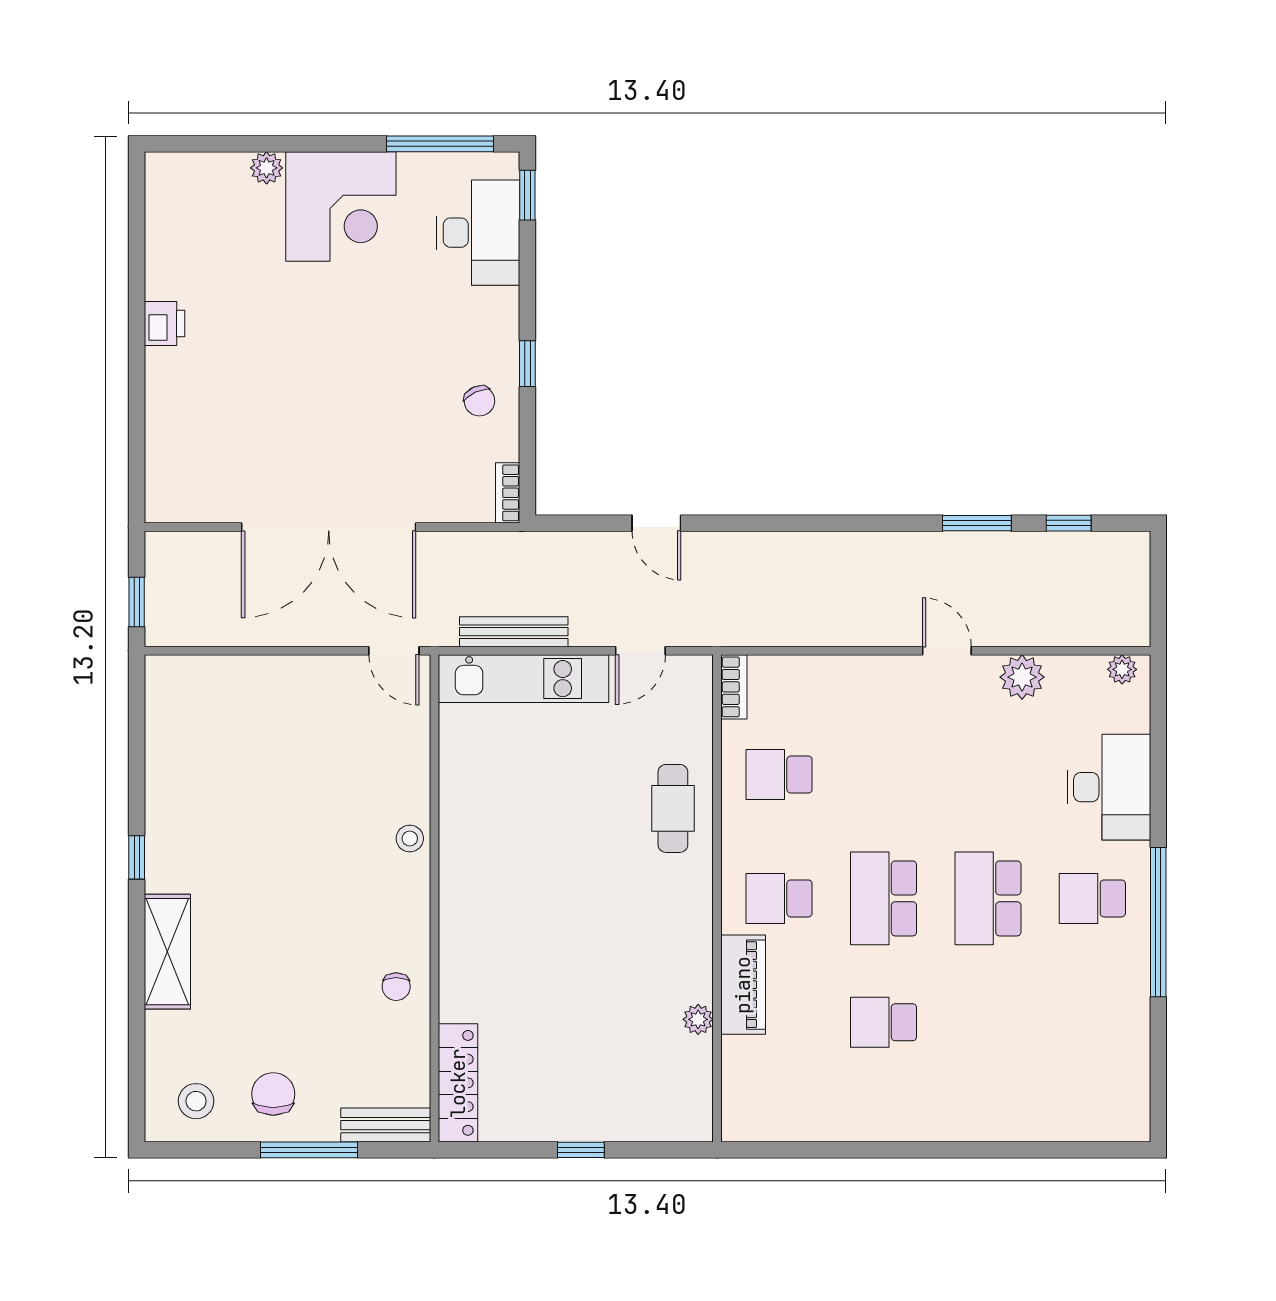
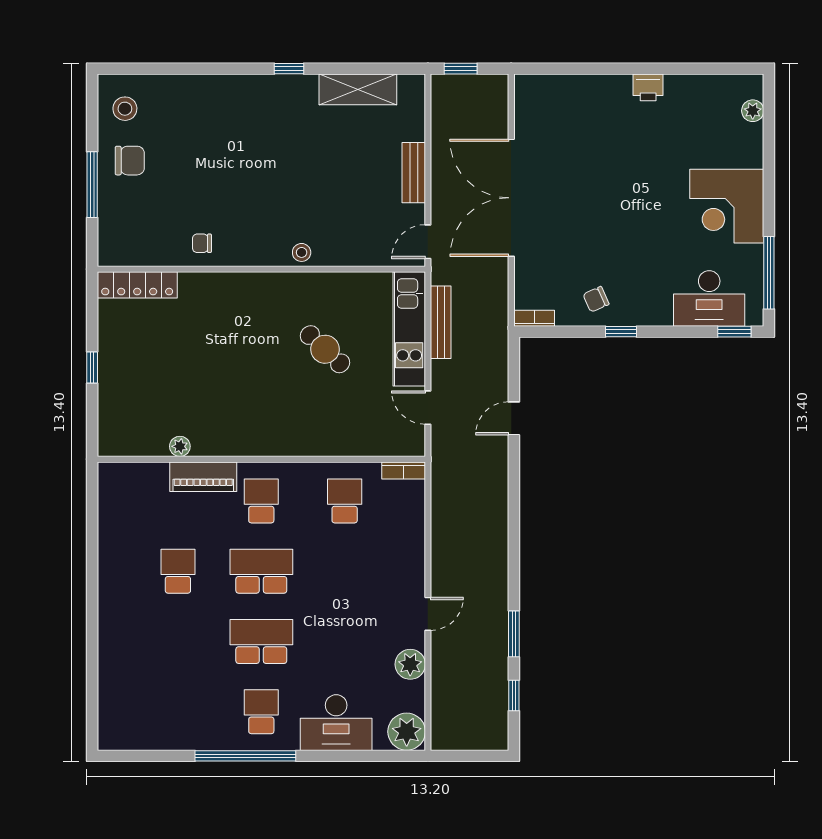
plant: (267, 168) -> (753, 111), moved
plant: (1122, 669) -> (407, 732), width x1.87, depth x1.87
cafe table: (673, 808) -> (325, 349), moved, turned 43
shelving: (167, 952) -> (358, 89), moved
bench: (386, 1125) -> (414, 173), moved

